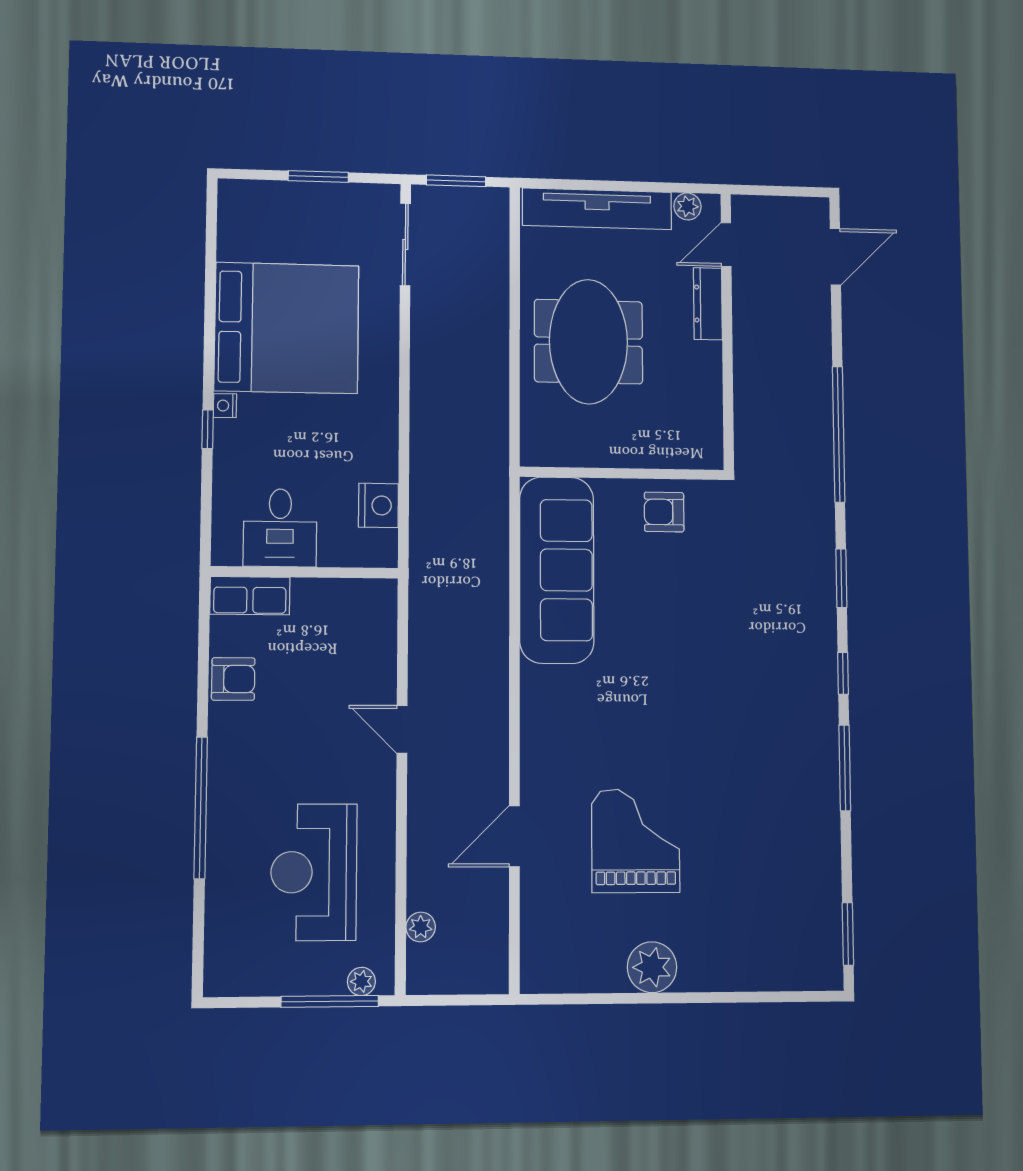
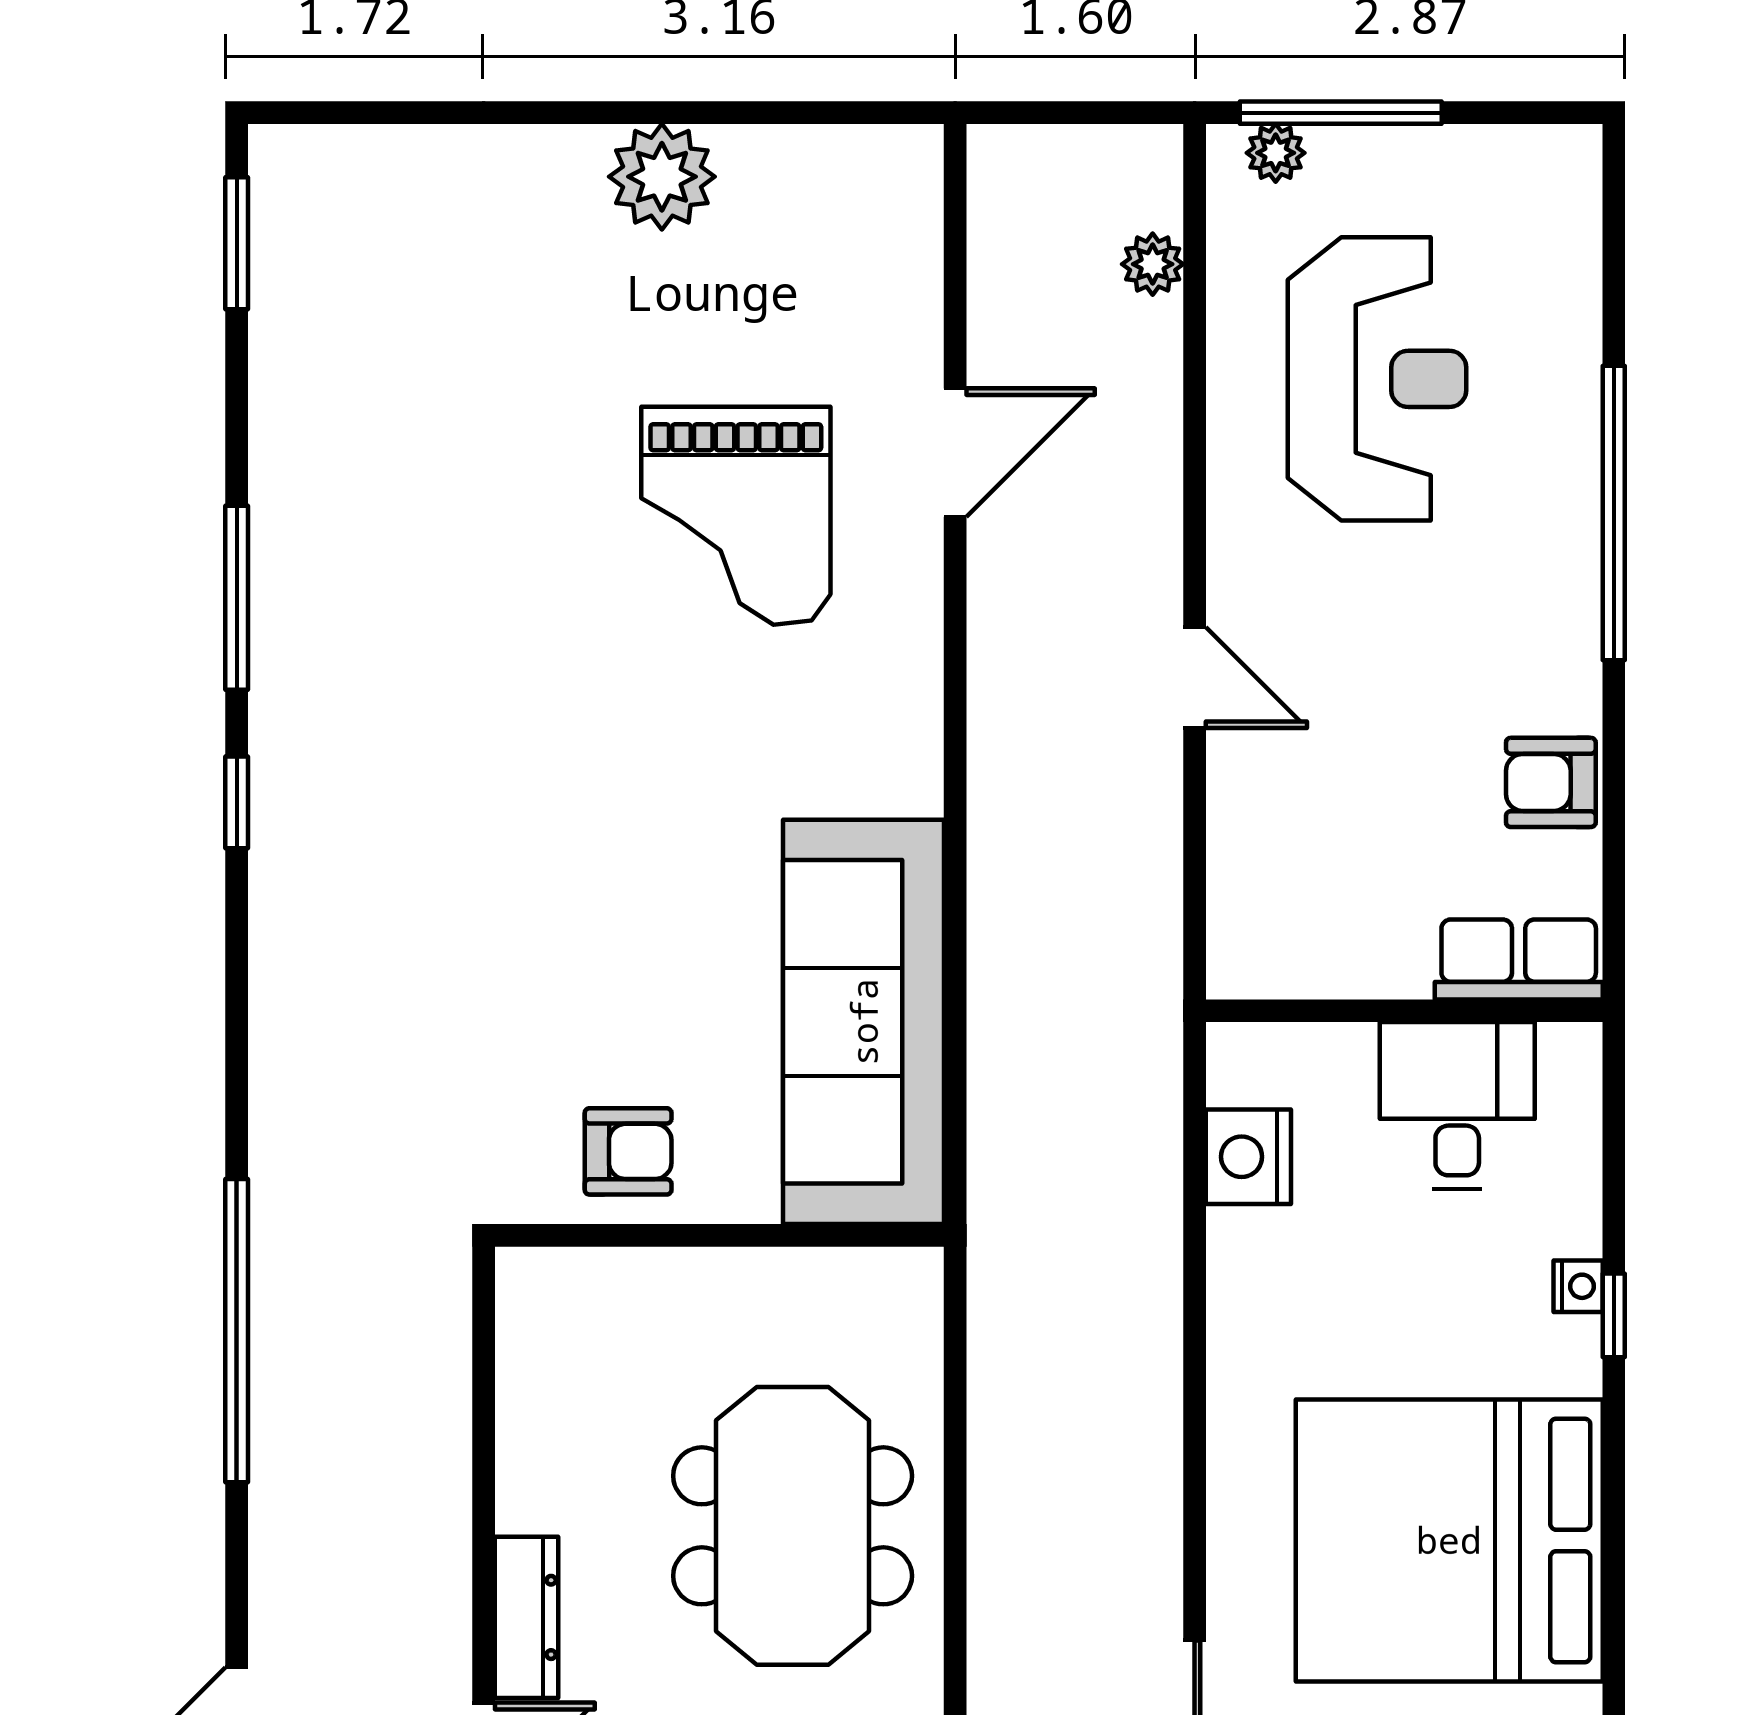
nightstand: (225, 406) -> (1578, 1286), moved
window: (841, 578) -> (237, 1011), removed
grand piano: (636, 841) -> (736, 516), moved

